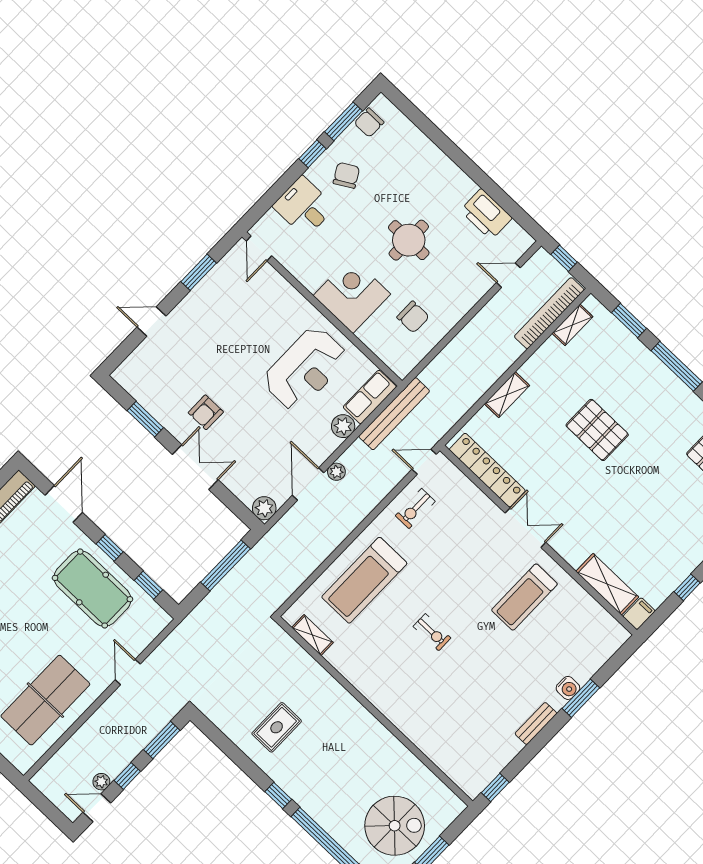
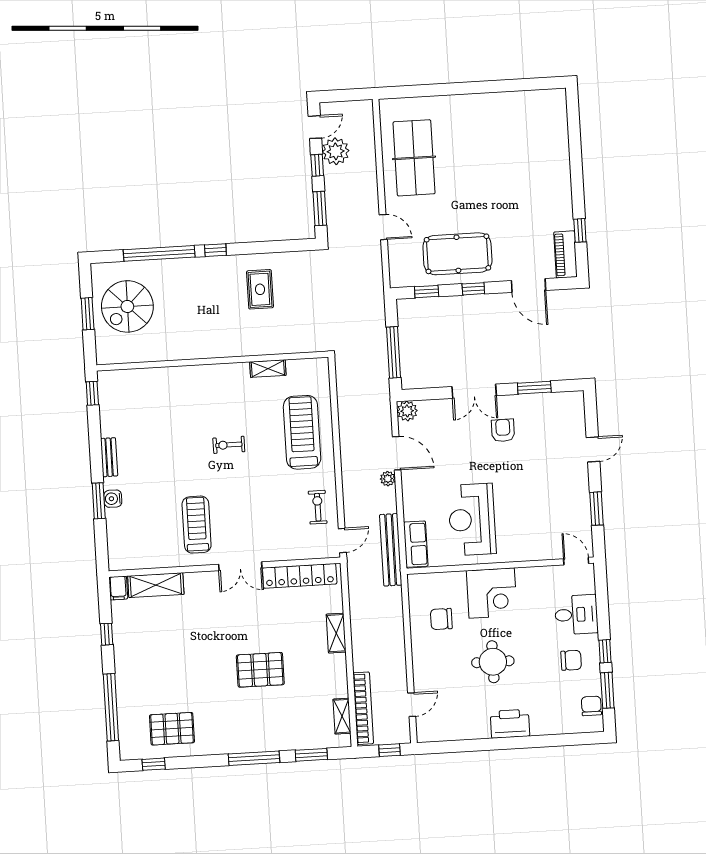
chair: (346, 175) -> (571, 660), turned -60
printer: (486, 214) -> (510, 724), moved
plant: (343, 426) -> (413, 510), removed
shelving: (312, 635) -> (268, 369), moved
plant: (101, 782) -> (336, 151), width x1.88, depth x1.88

